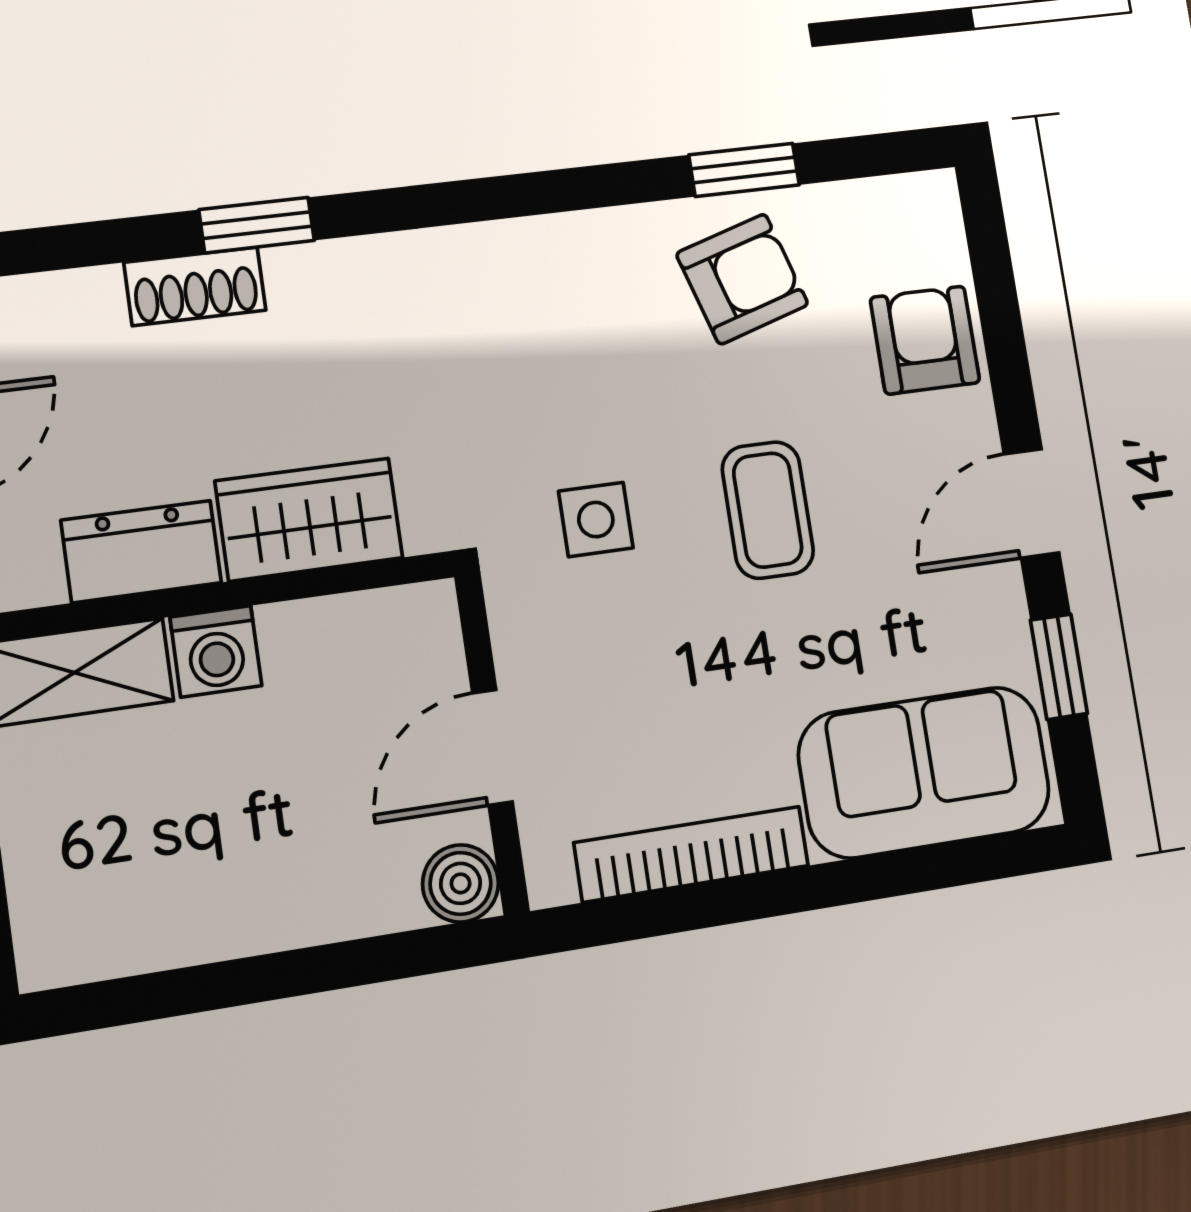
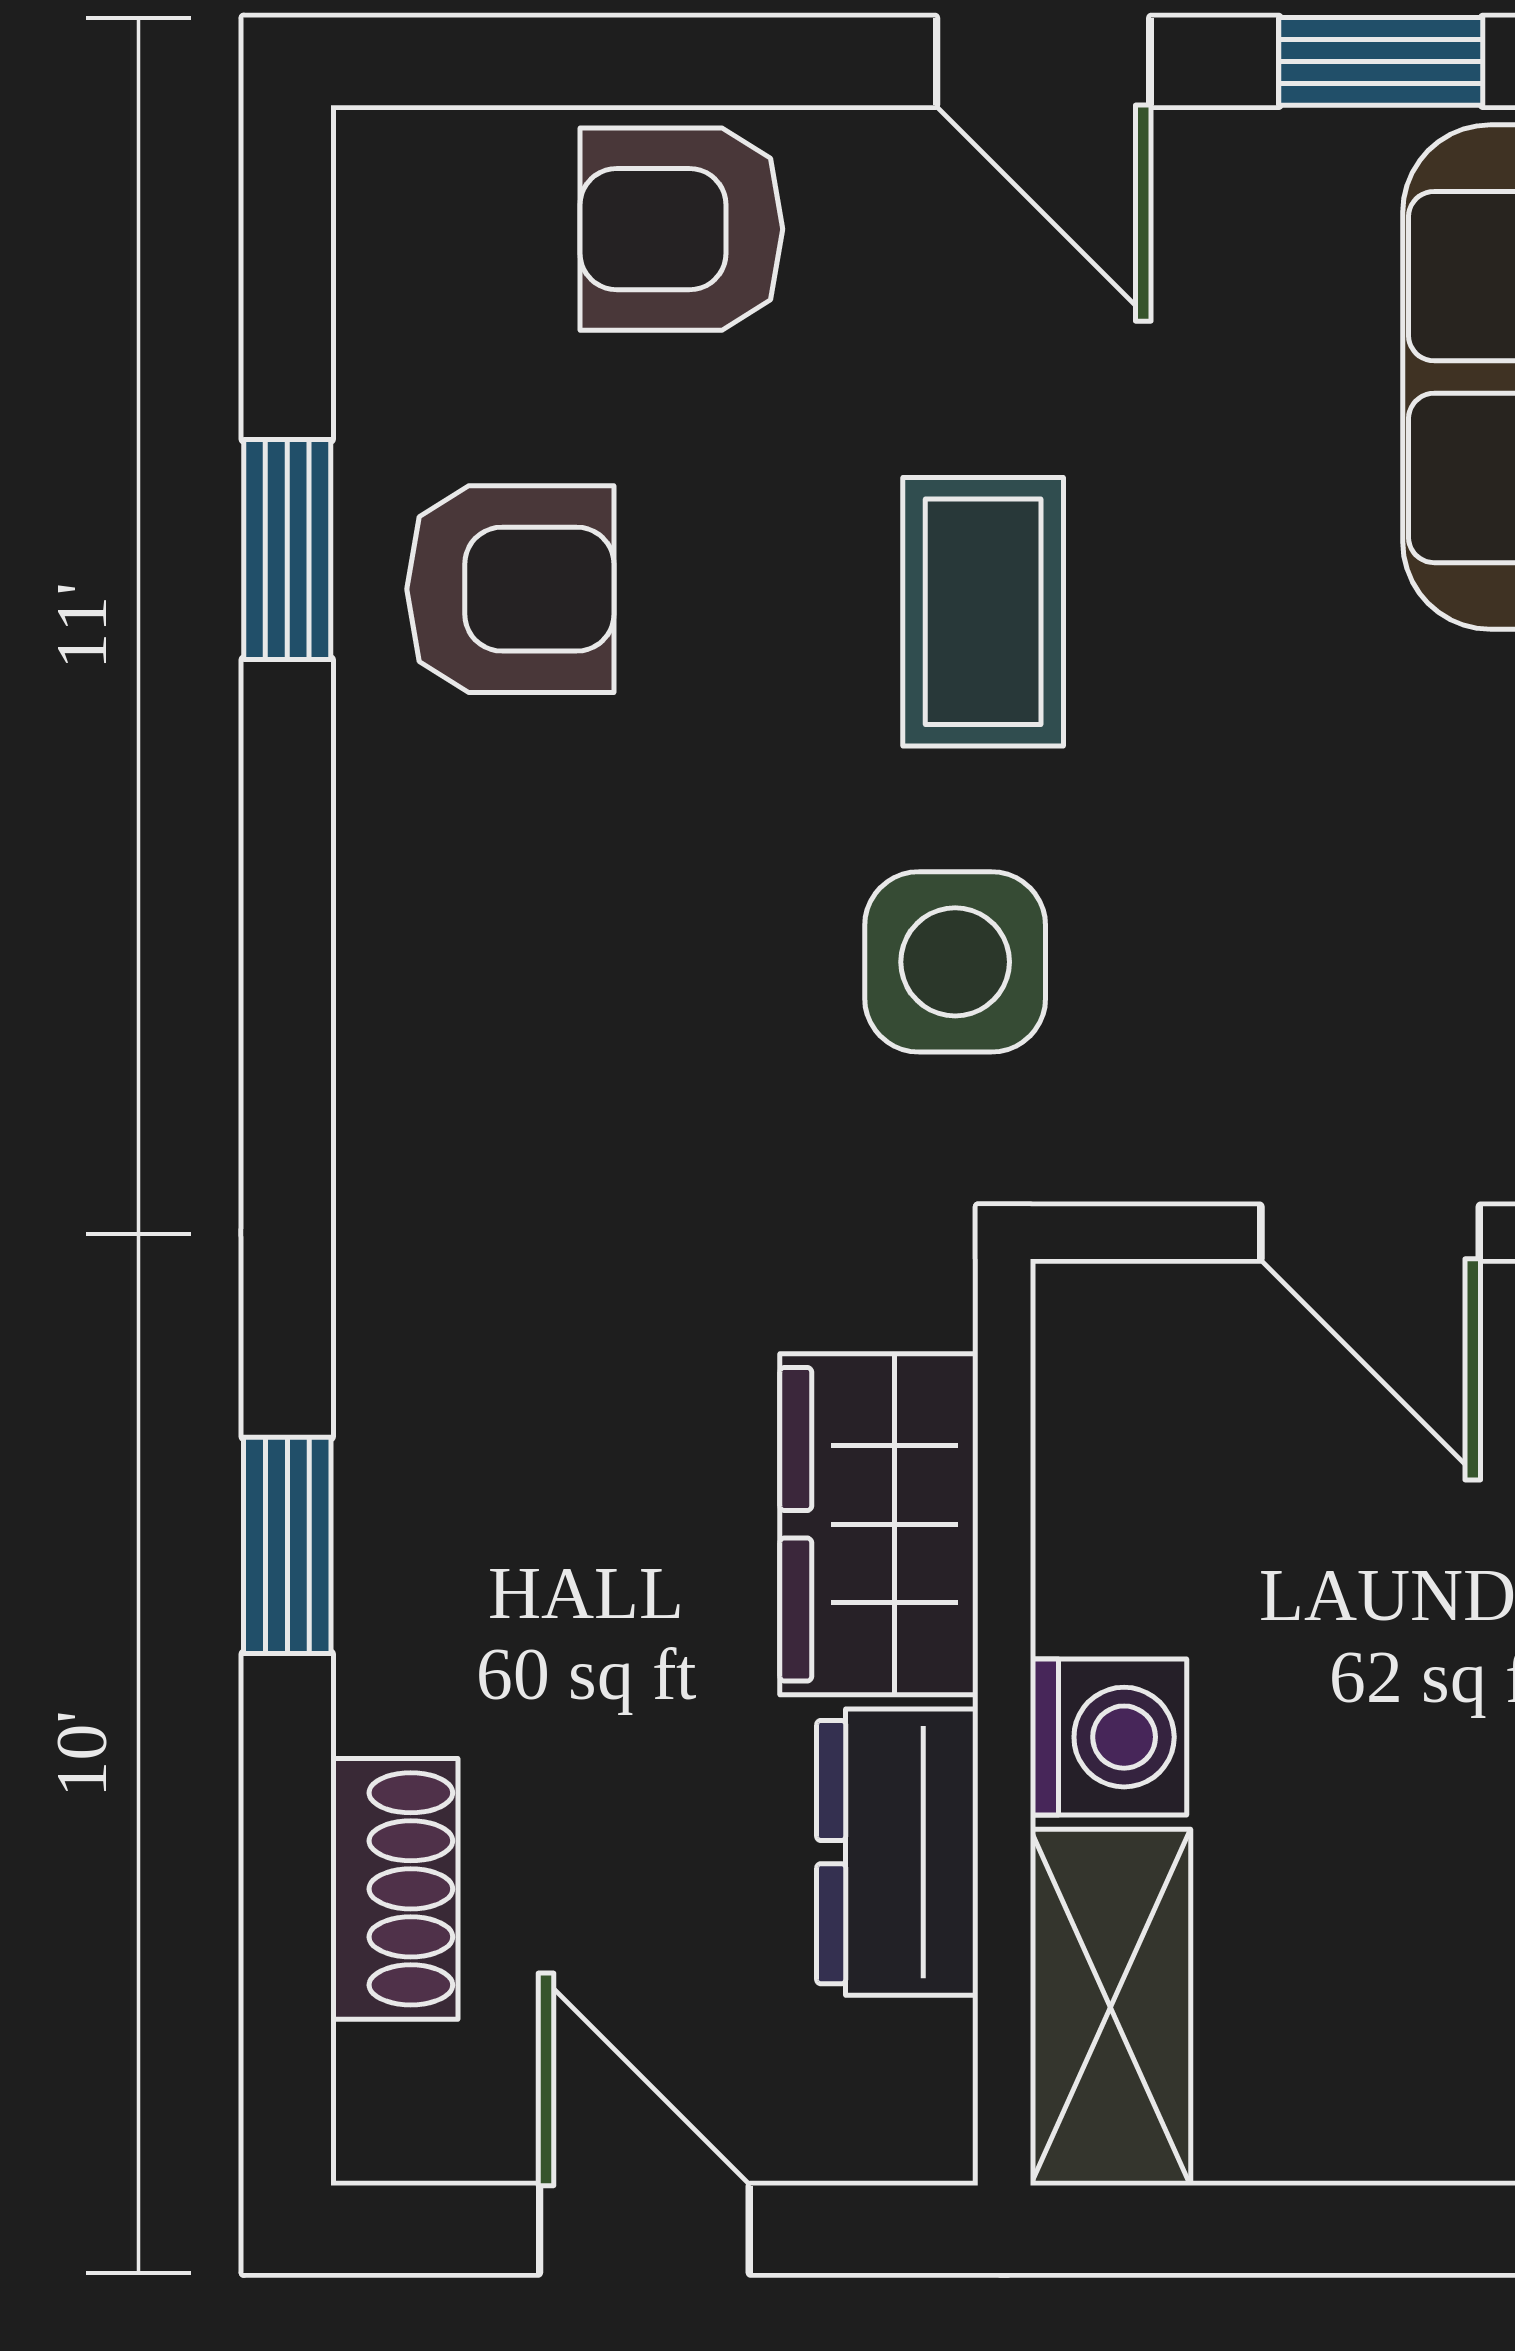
armchair: (742, 279) -> (510, 589), turned 107
shoe rack: (195, 286) -> (394, 1889), moved
coffee table: (768, 510) -> (983, 612), turned 90
side table: (596, 520) -> (955, 962), width x1.37, depth x1.37

